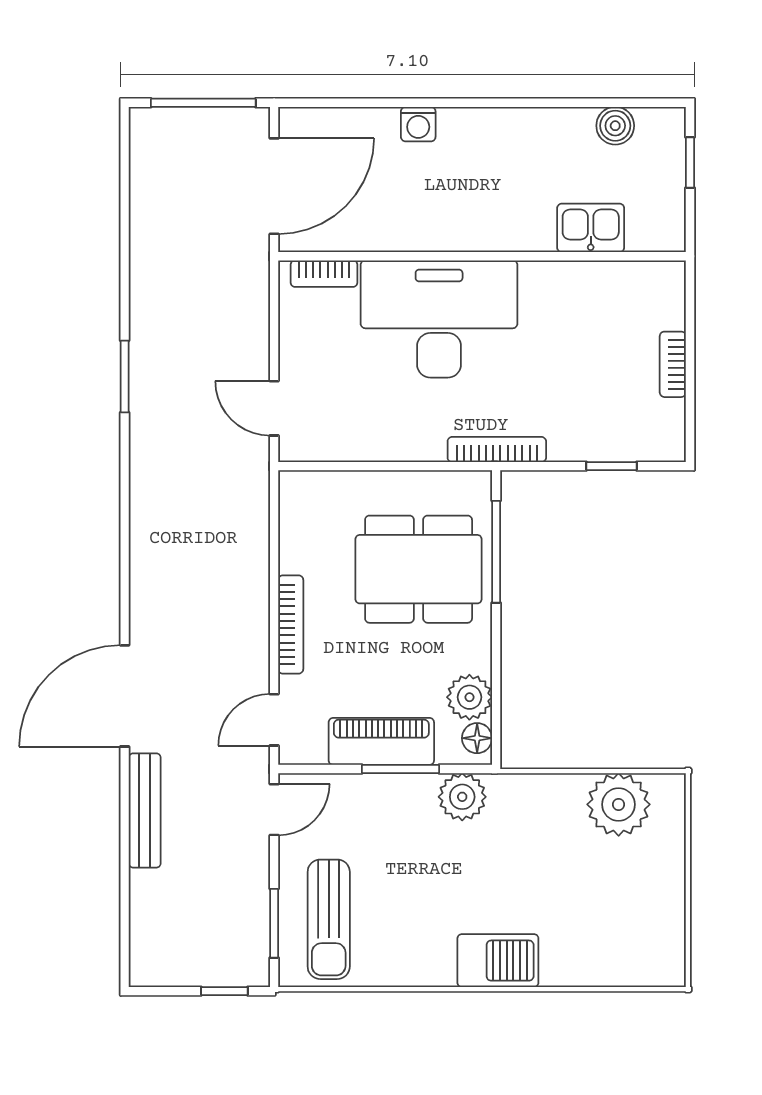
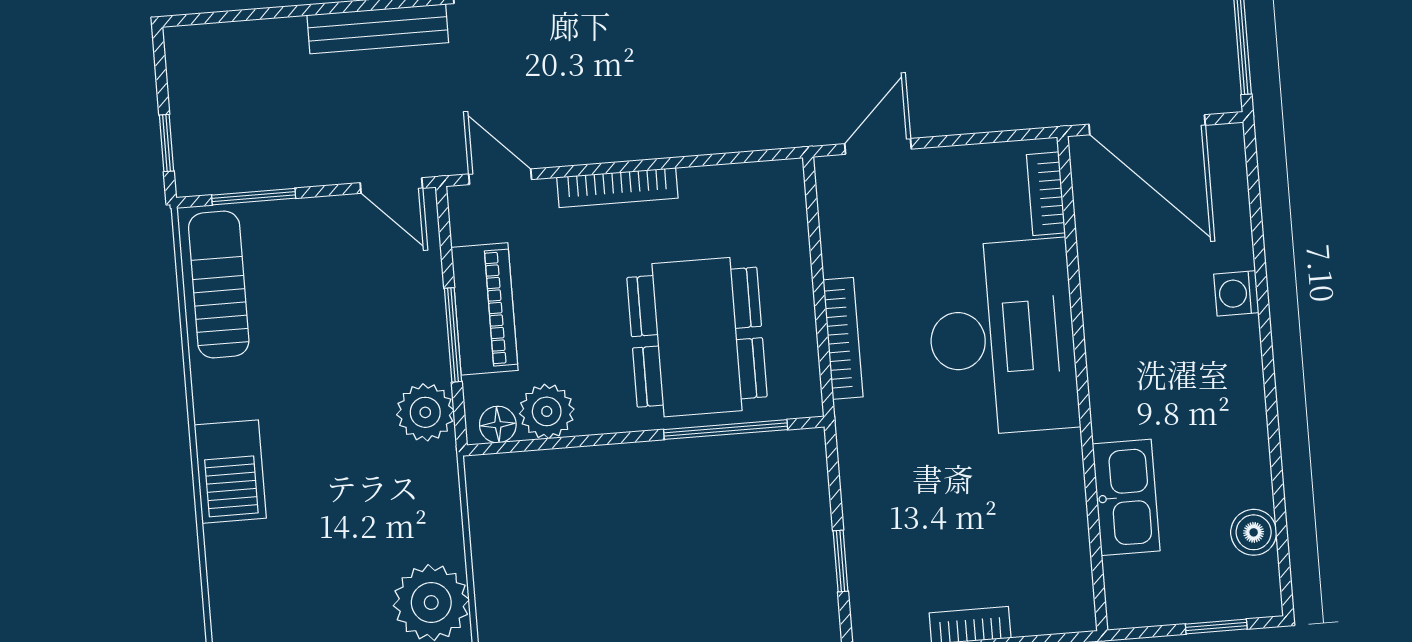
kitchen sink: (591, 228) -> (1126, 497), width x1.38
bookcase: (497, 450) -> (843, 338), moved
sun lounger: (329, 919) -> (219, 284), moved, turned 90

